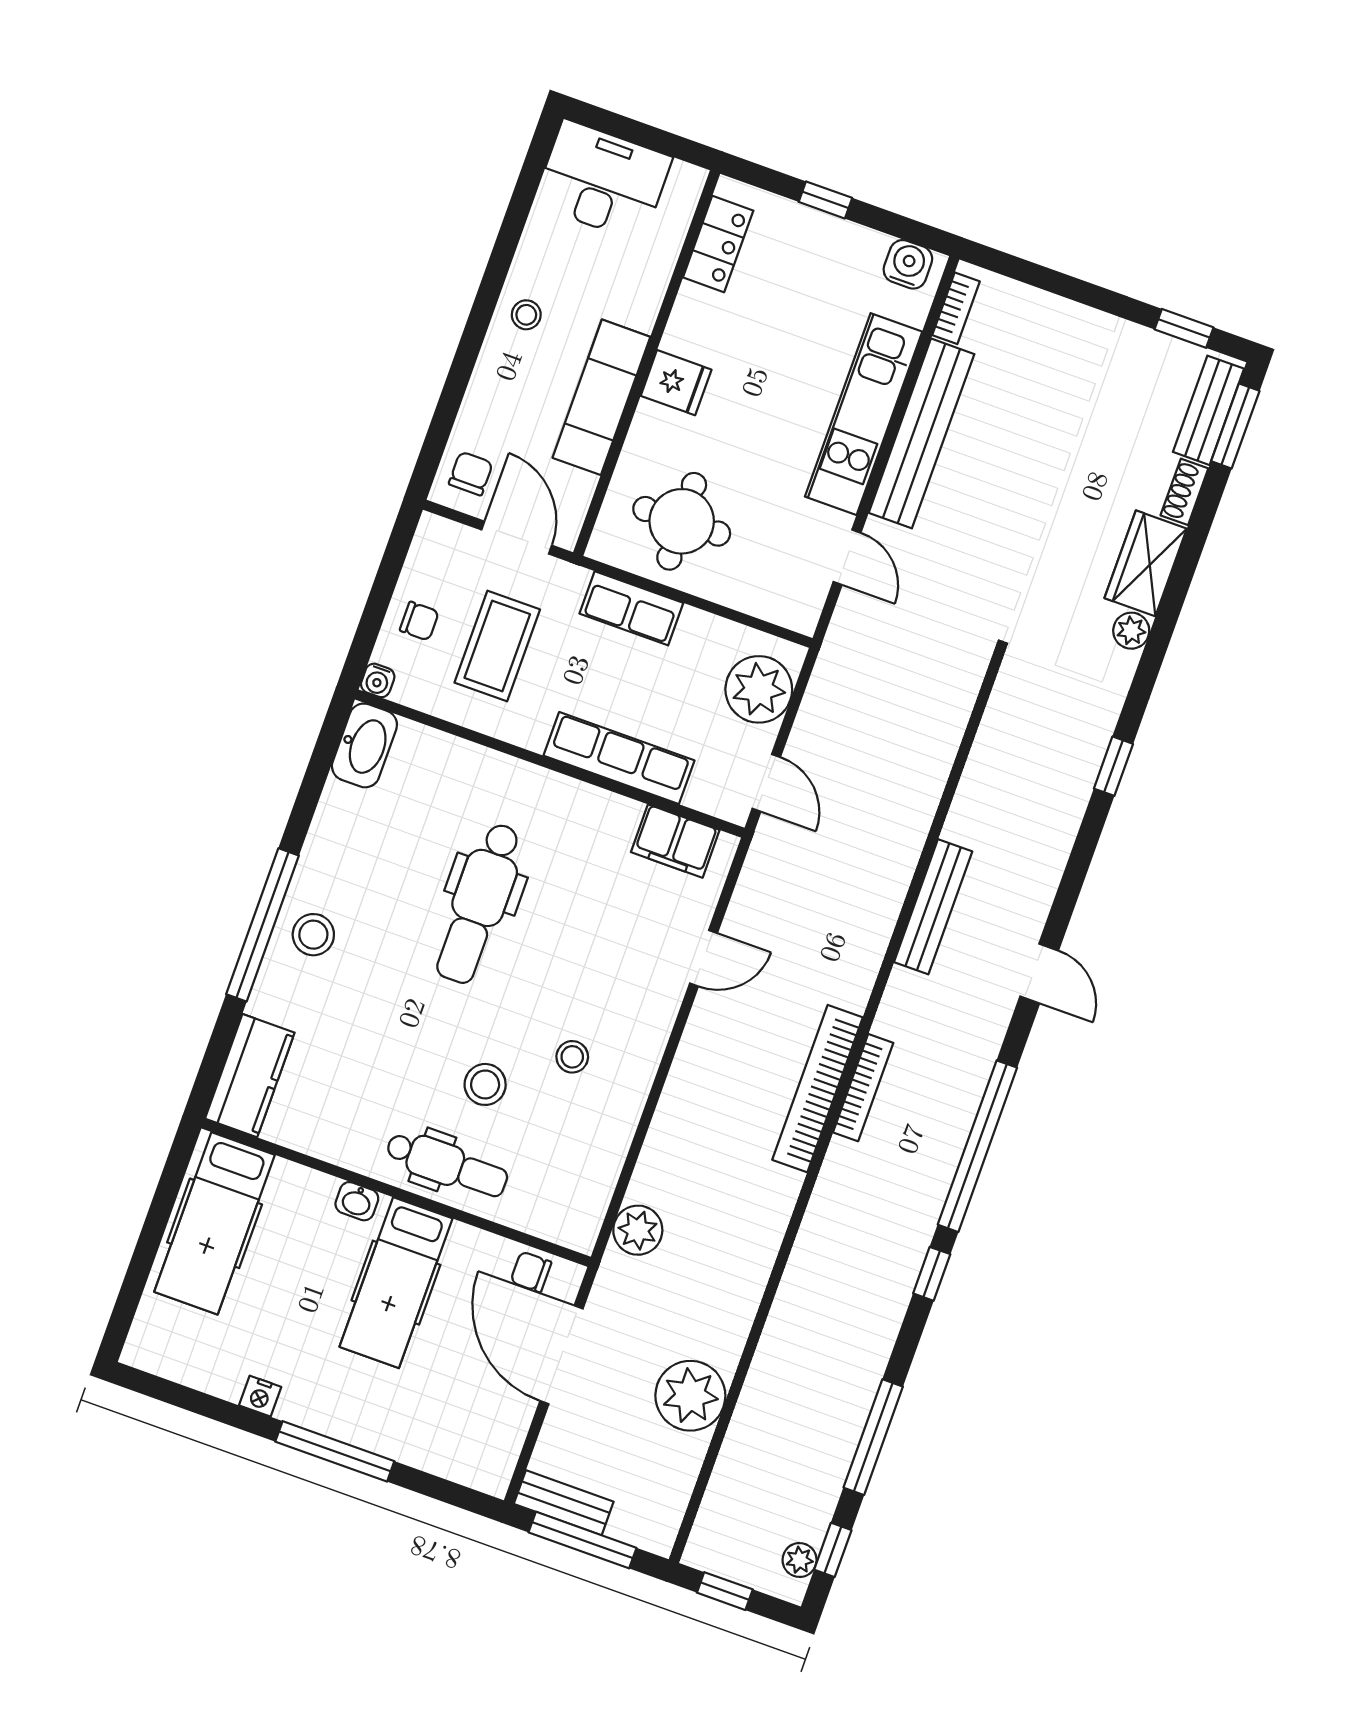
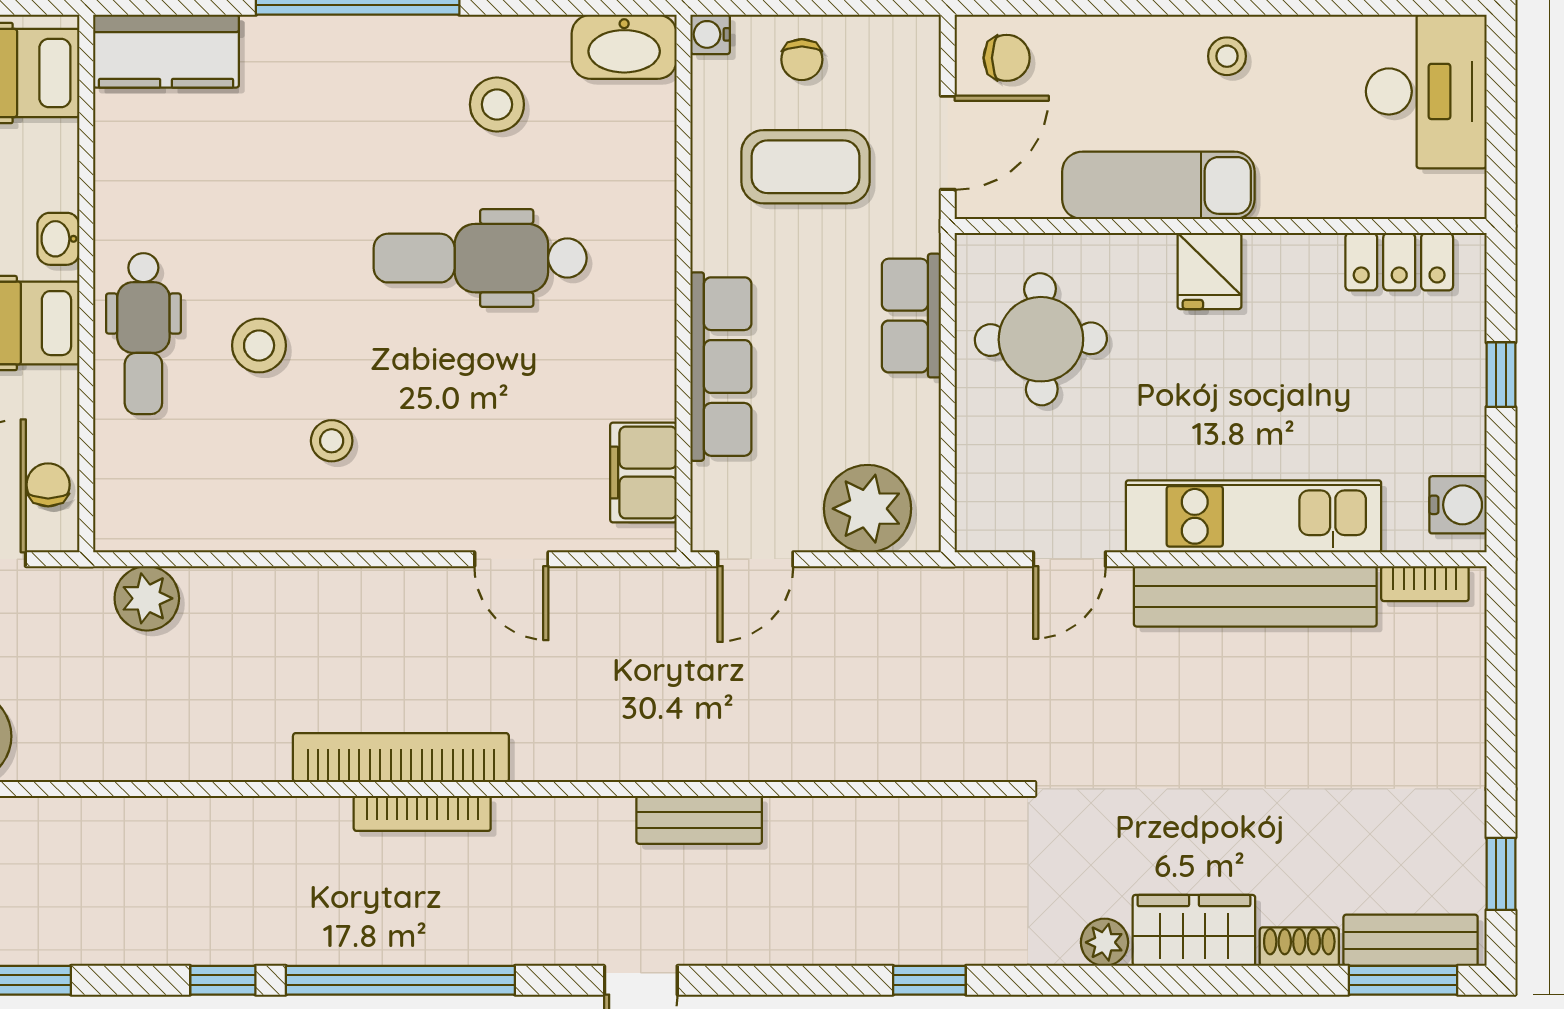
bench: (933, 907) -> (699, 820), width x0.73
stool: (313, 935) -> (497, 104), moved

